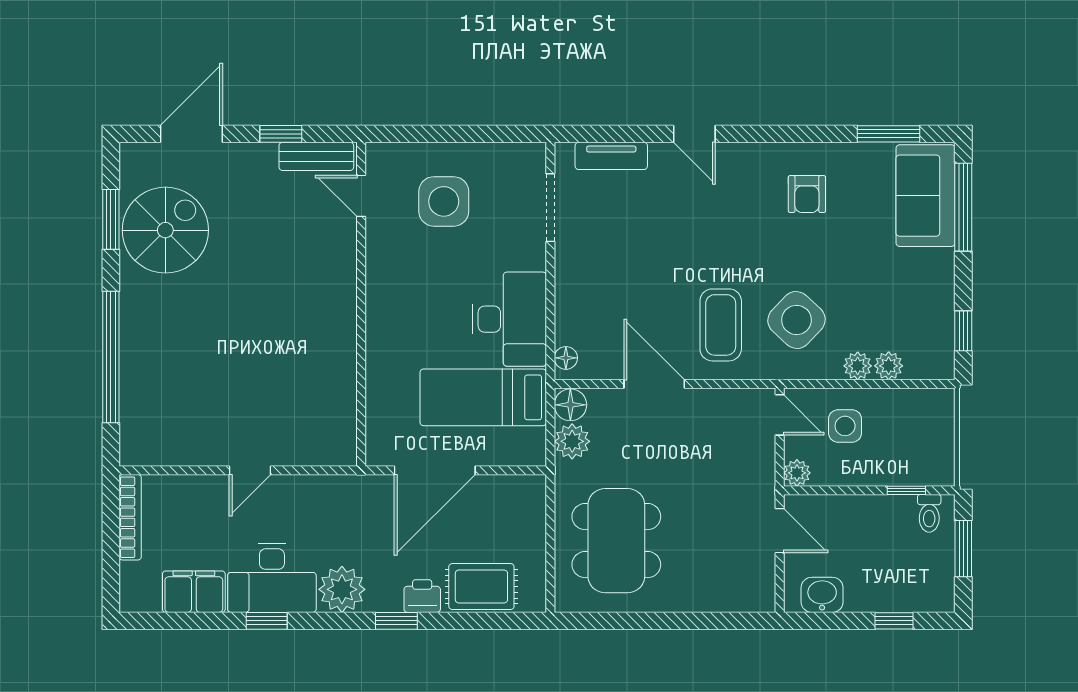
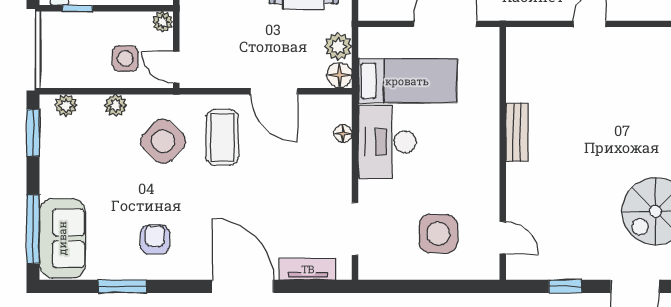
door: (694, 134) -> (243, 286), width x1.88
window: (888, 134) -> (122, 286), moved
bench: (316, 156) -> (517, 132), moved, turned 90
window: (963, 331) -> (33, 133), width x1.50
floor lamp: (566, 358) -> (343, 133), moved
plant: (889, 366) -> (66, 105), moved

